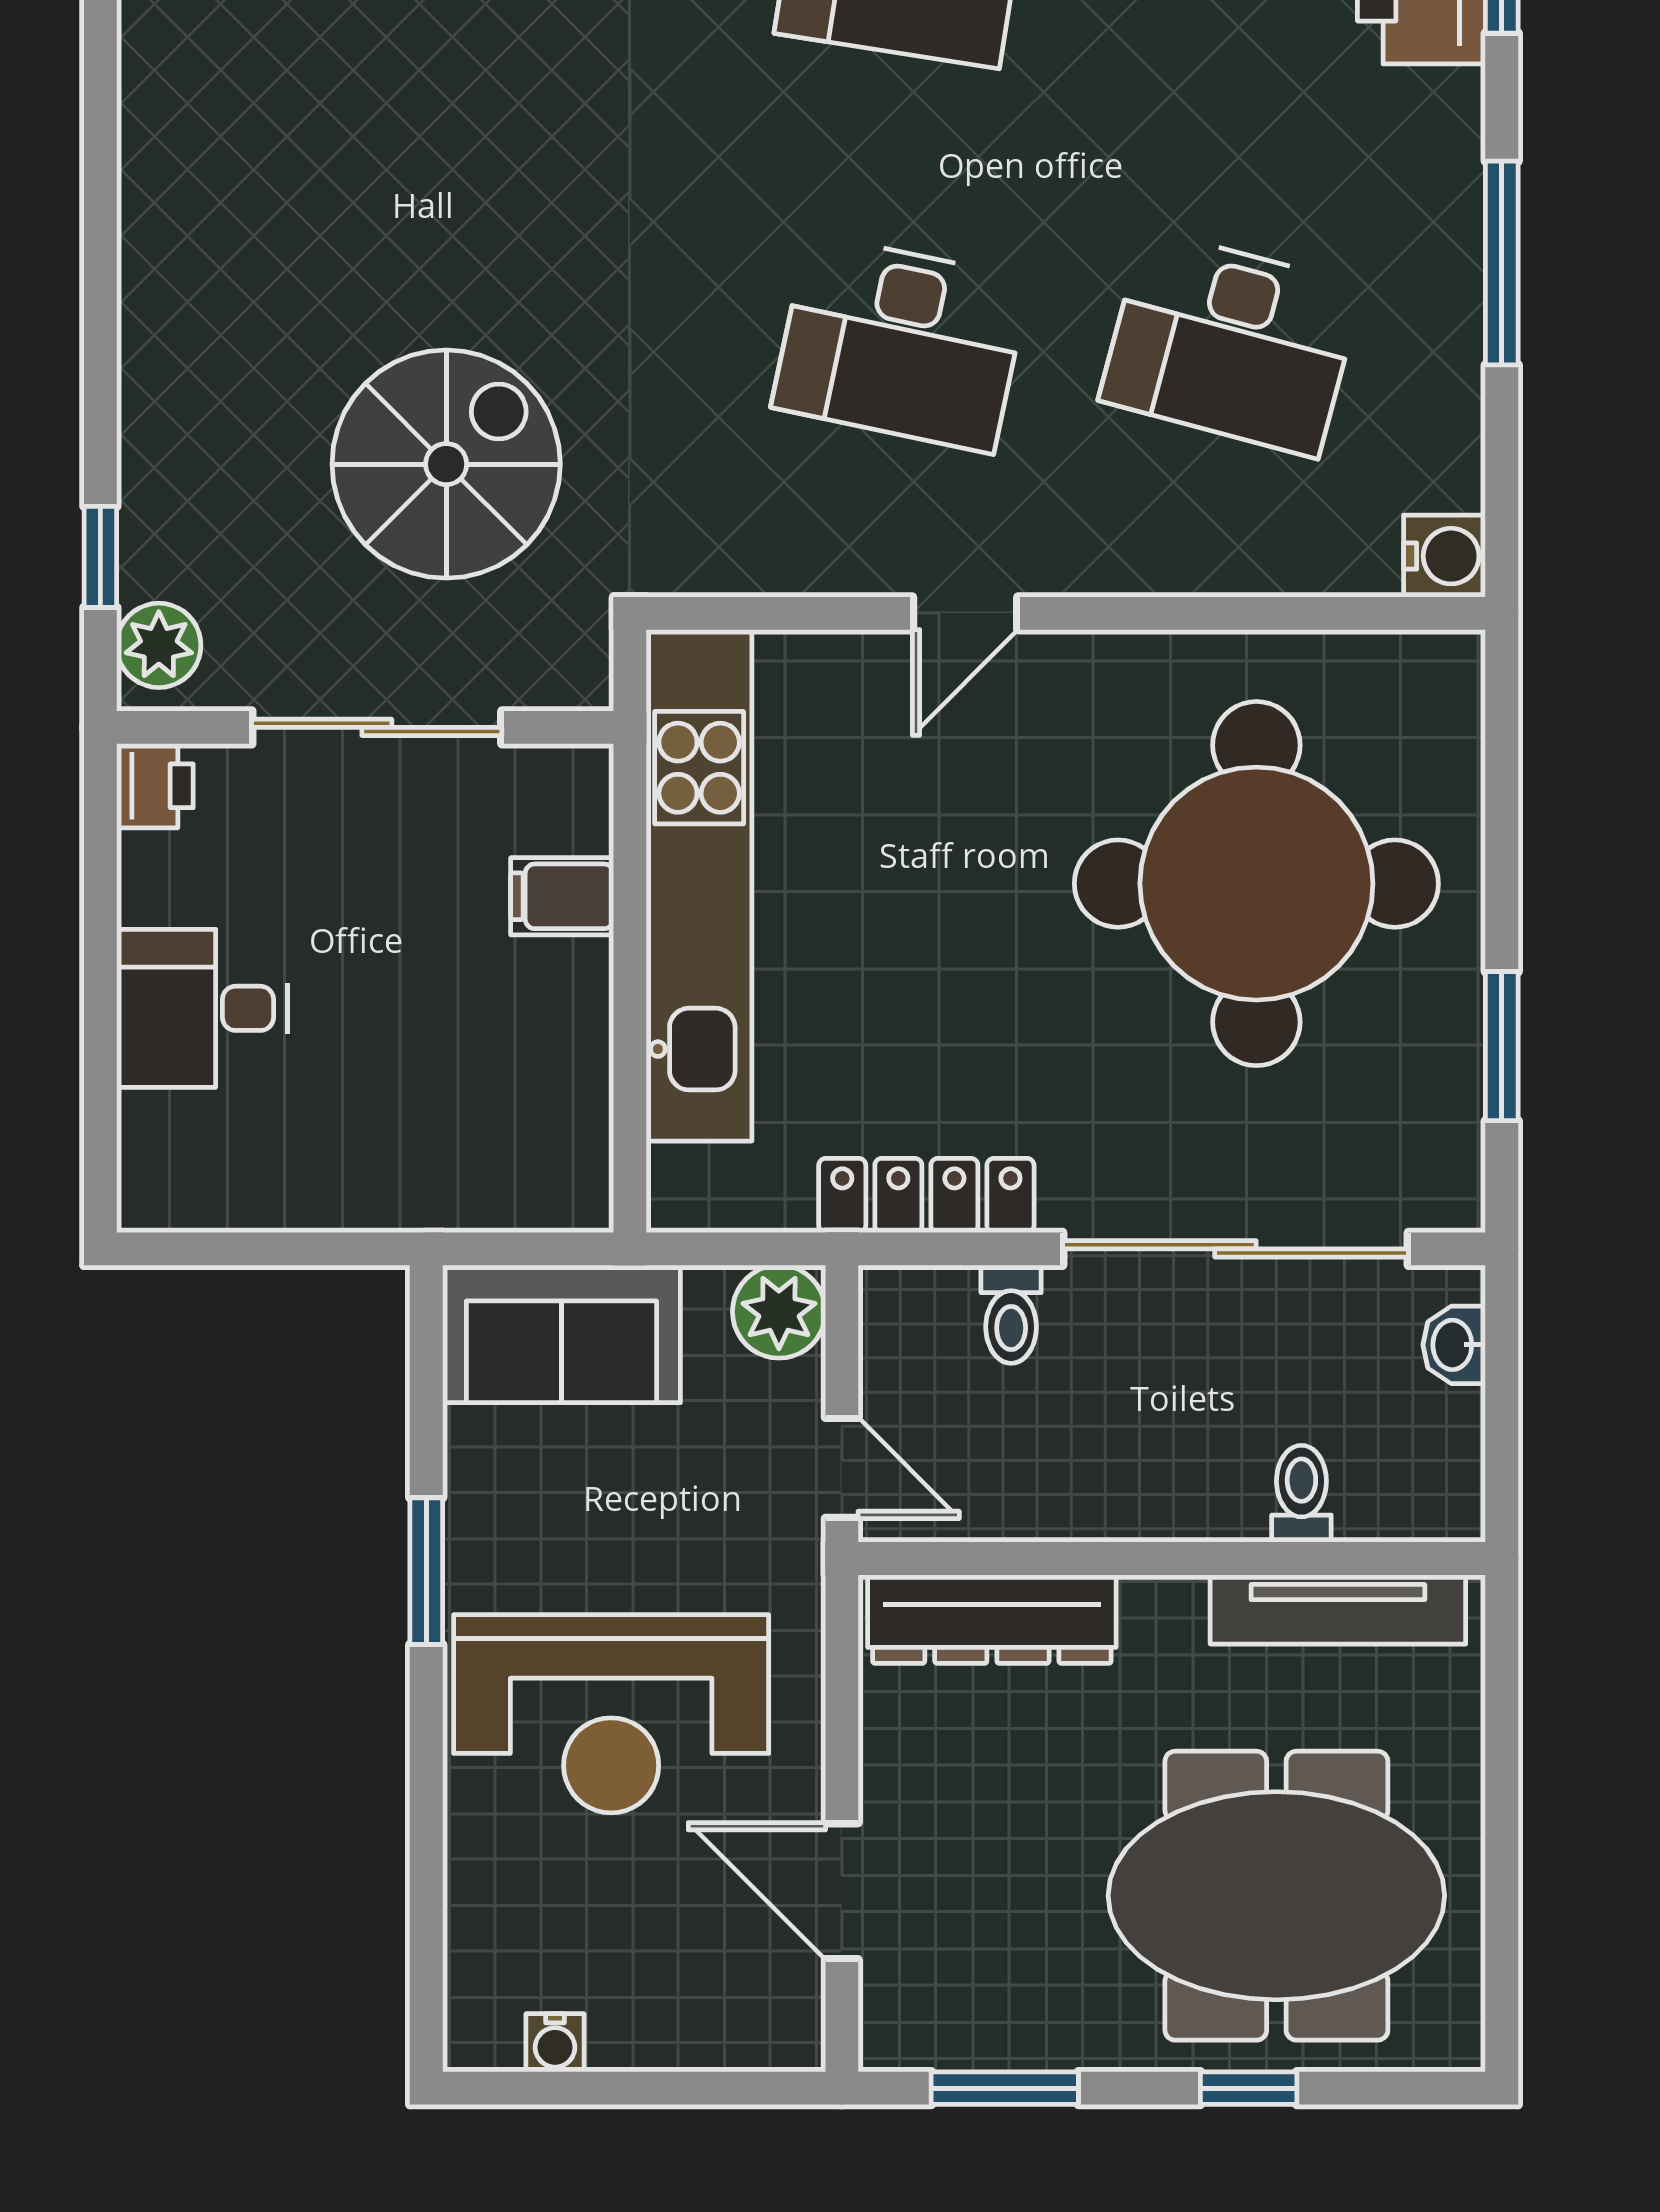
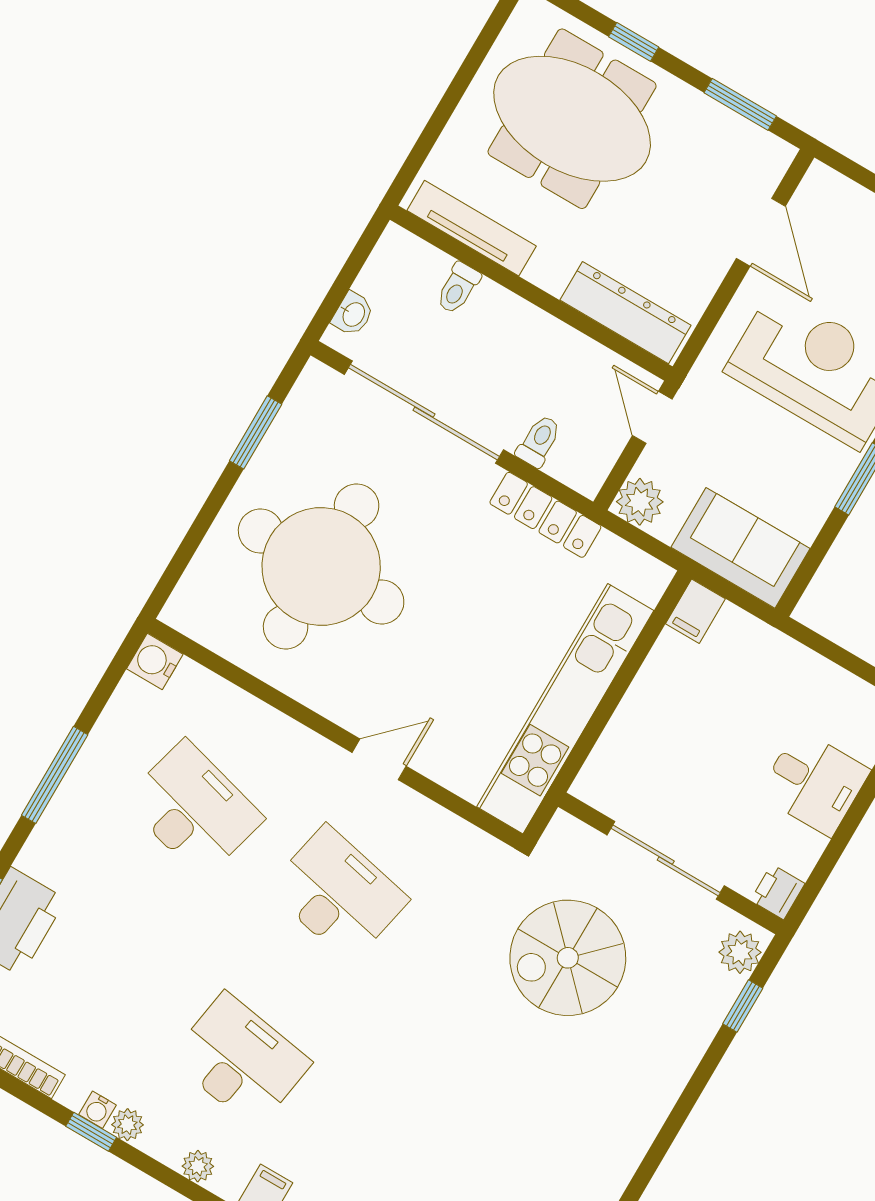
filing cabinet: (562, 896) -> (695, 611), moved, turned 90

